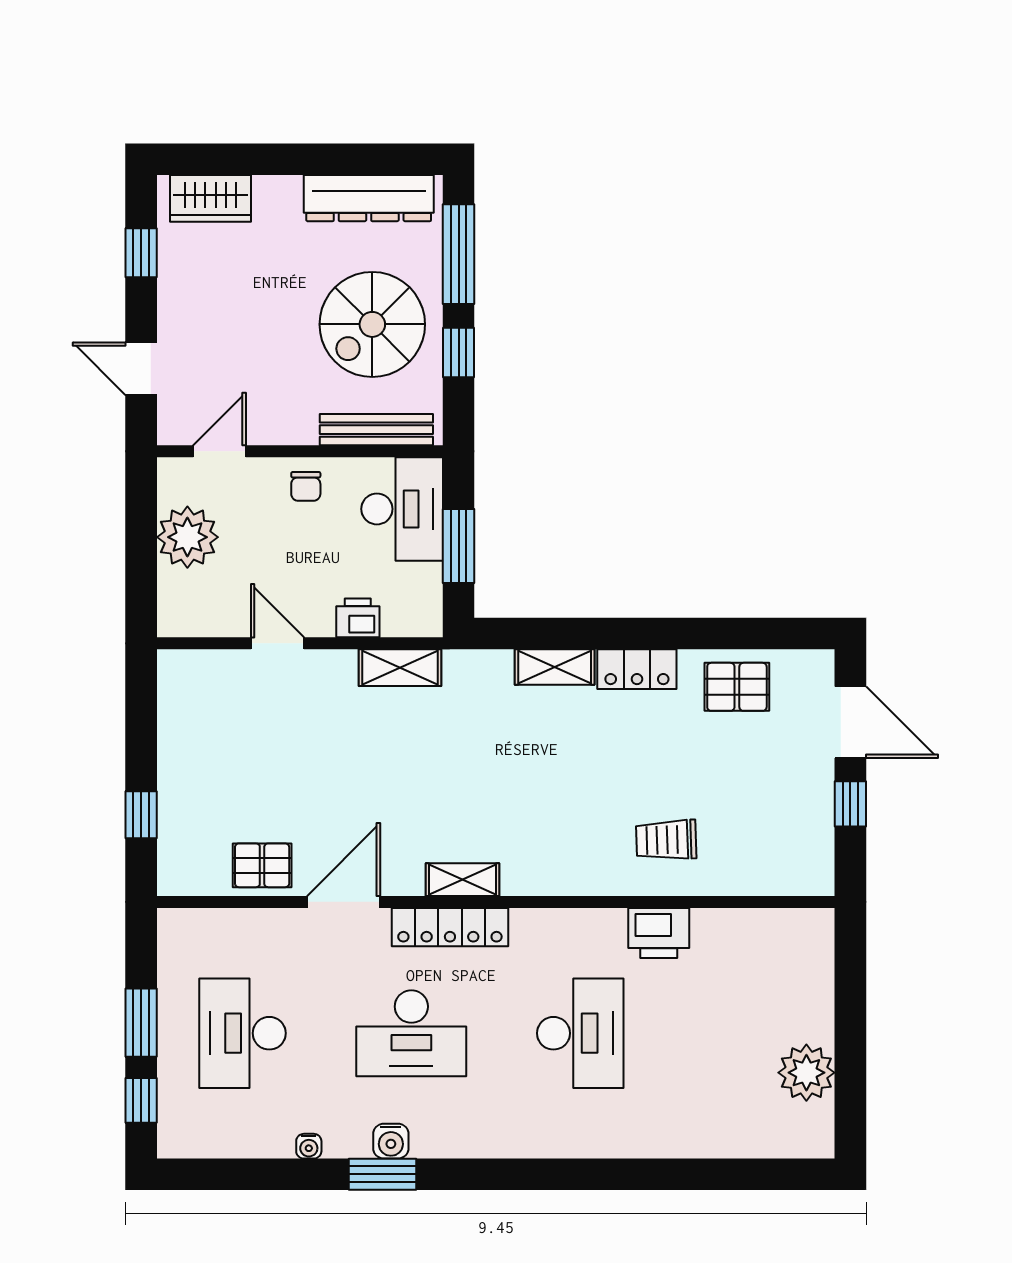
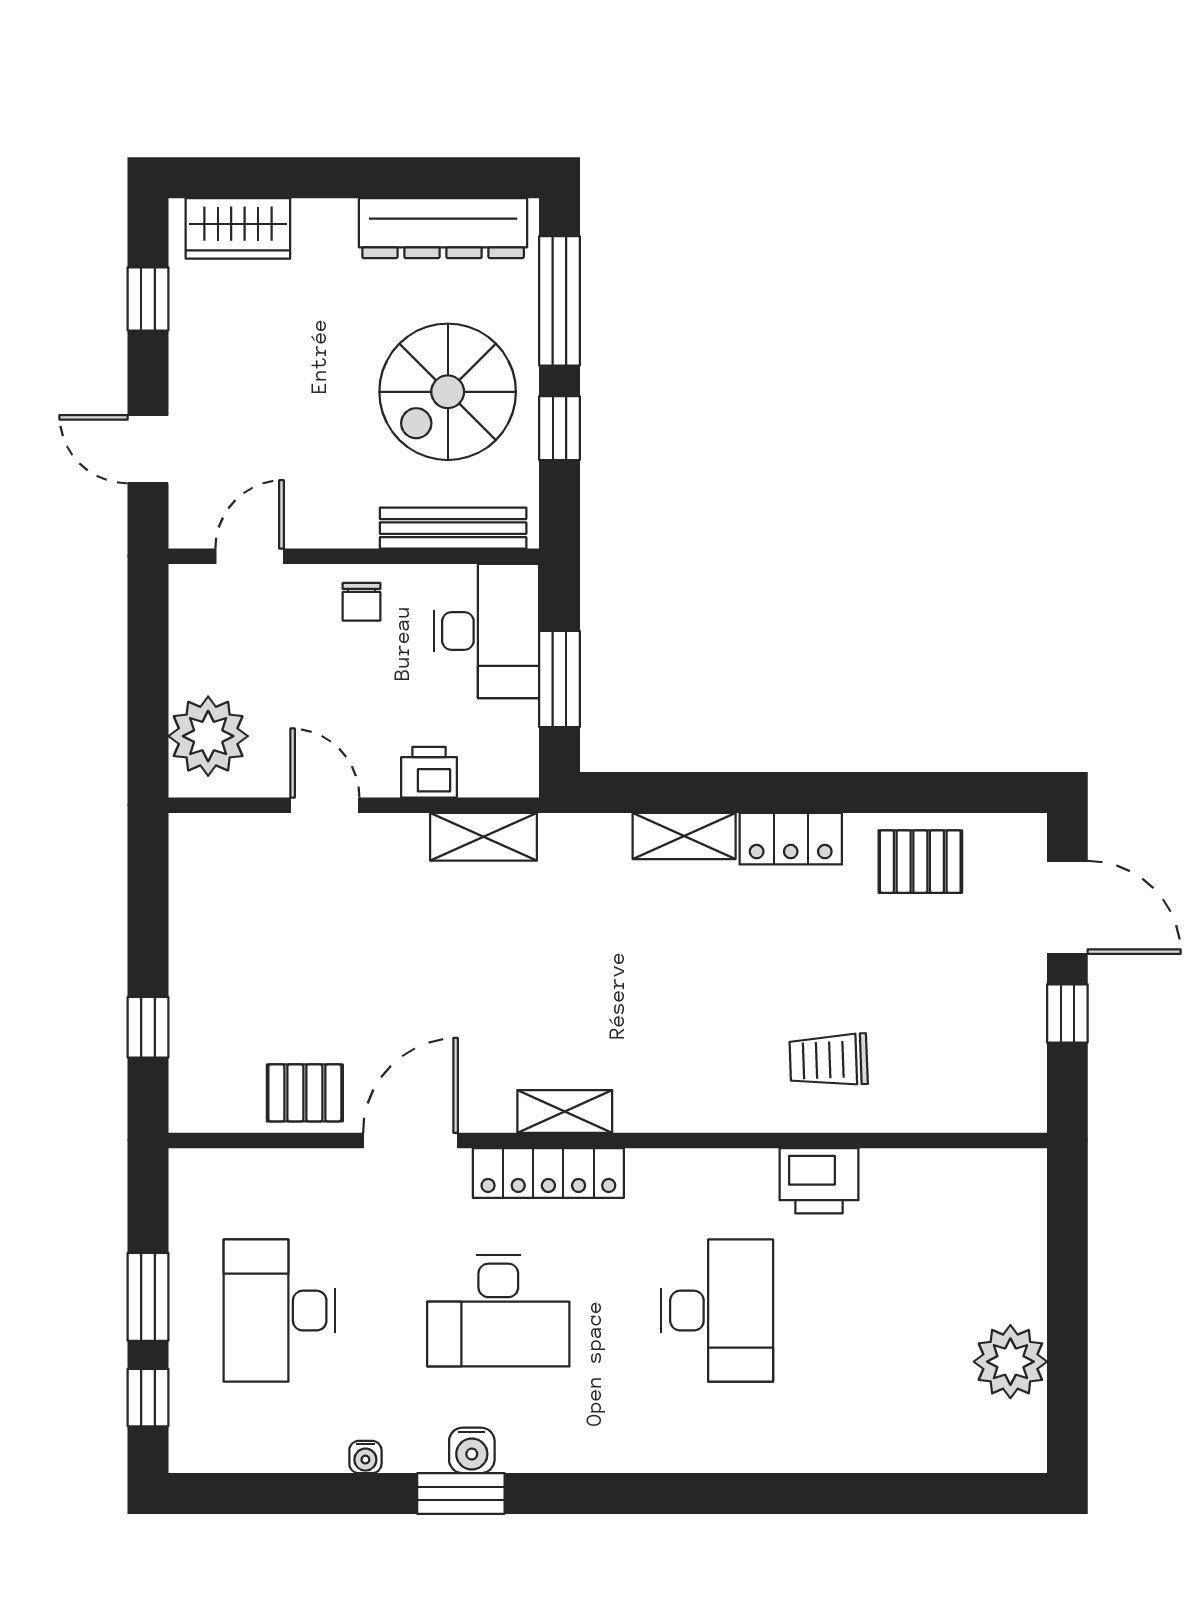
plant: (187, 537) -> (208, 736), moved

